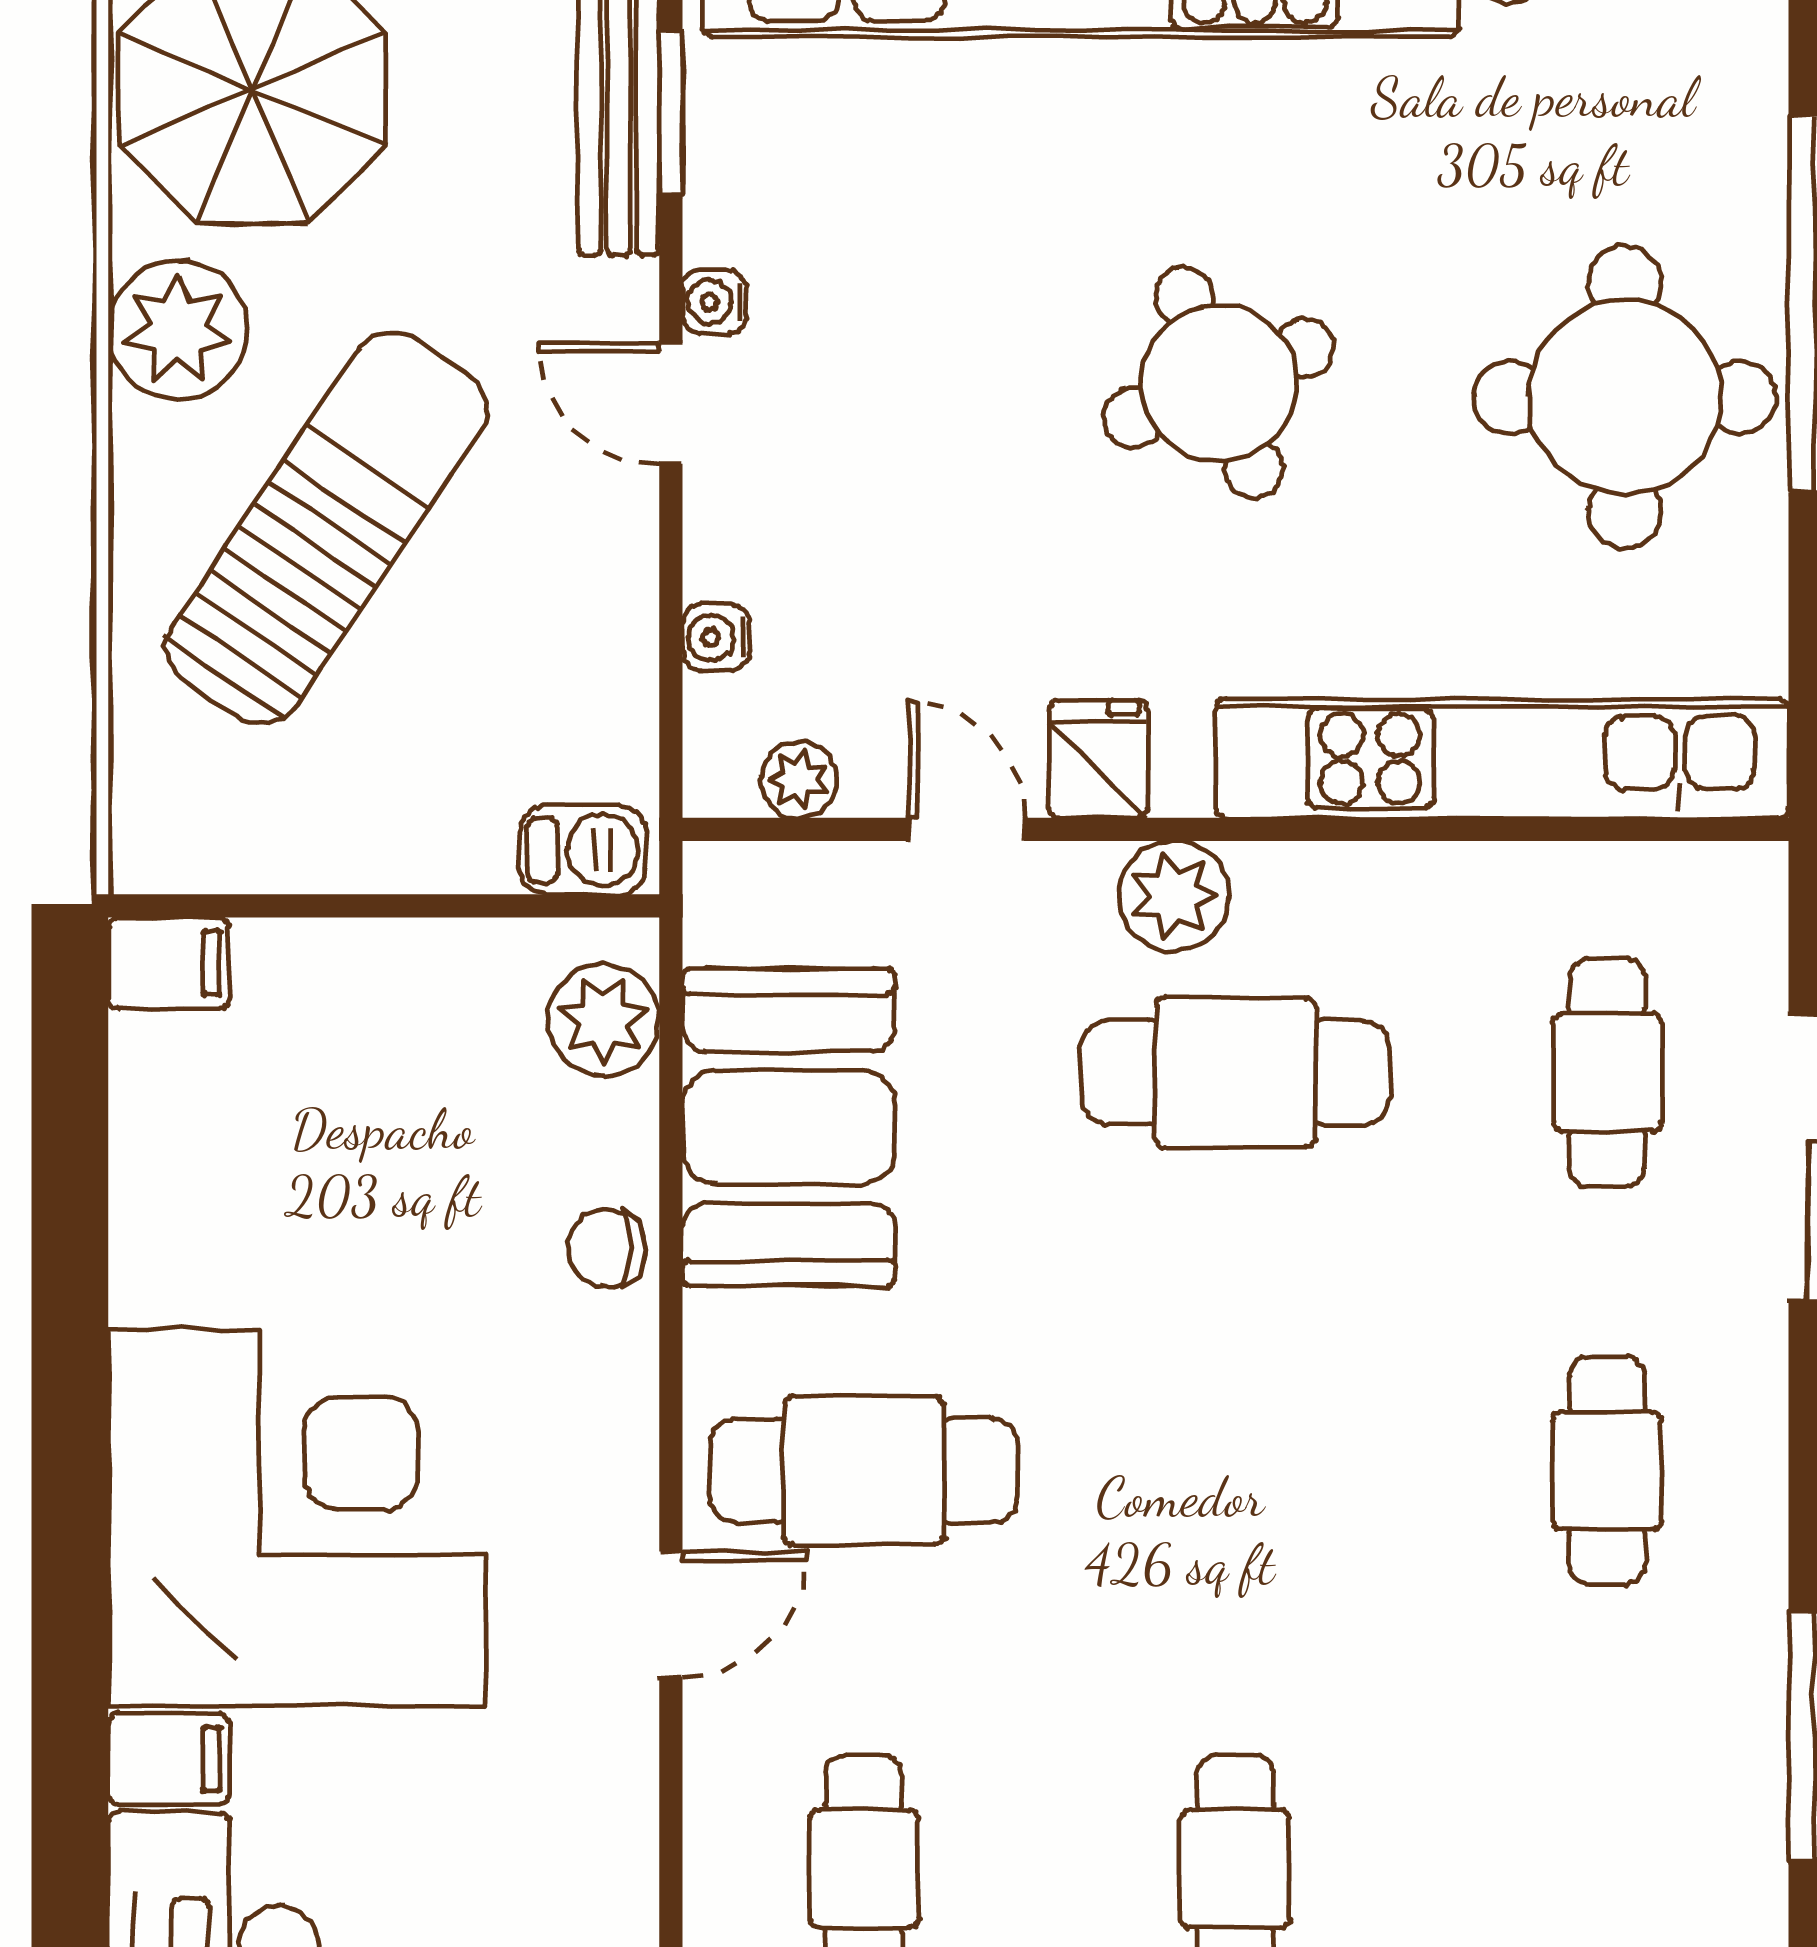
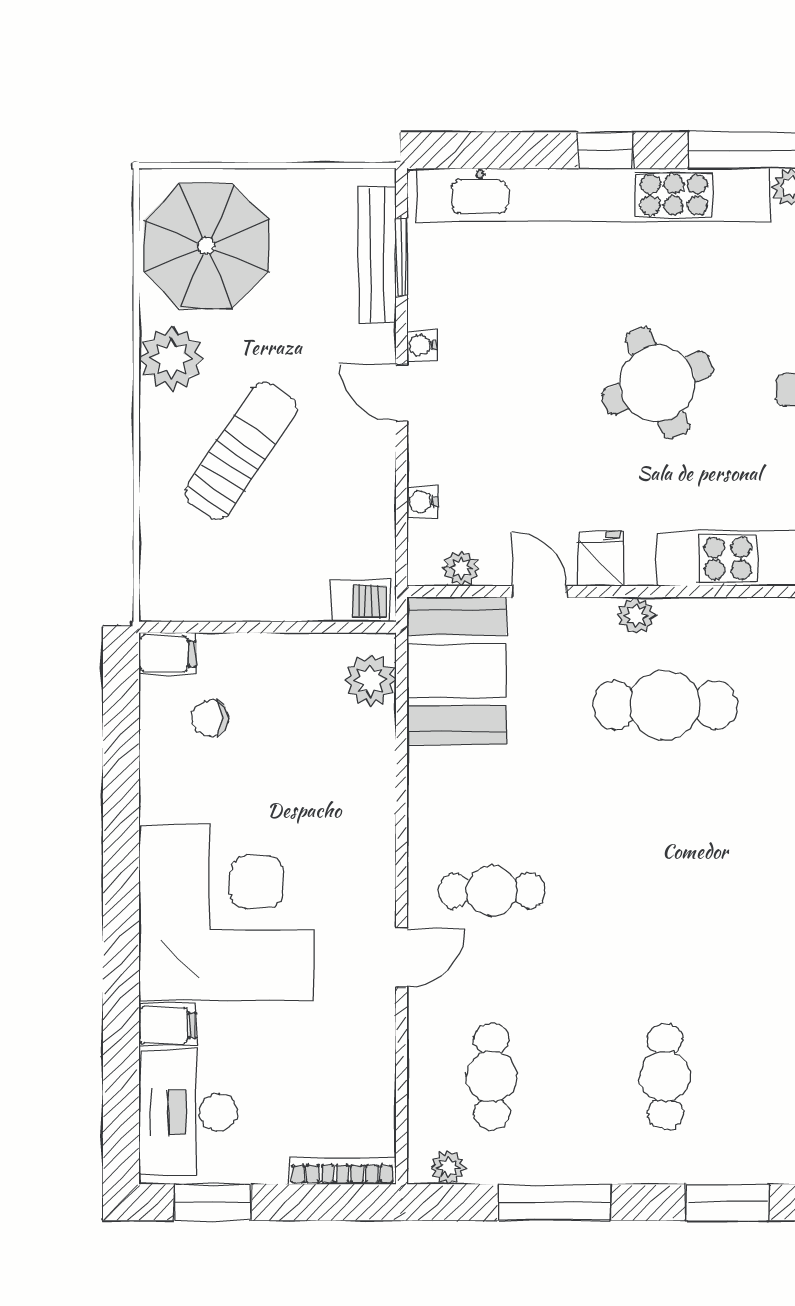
sun lounger: (327, 528) -> (241, 451), width x0.73, depth x0.75
plant: (1174, 896) -> (636, 616), width x0.73, depth x0.73
booth: (789, 1127) -> (456, 671), moved
chair: (607, 1248) -> (210, 718), moved
cafe table: (864, 1471) -> (492, 891), width x0.73, depth x0.74

